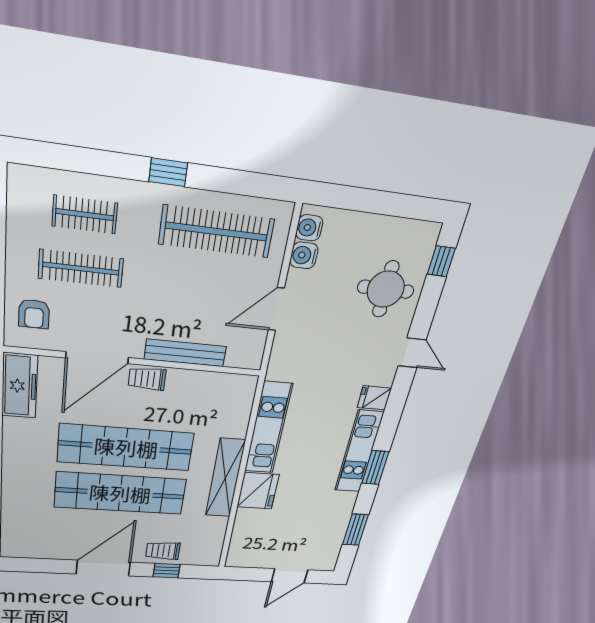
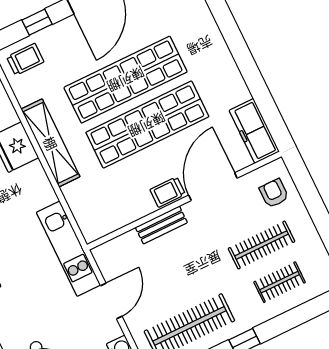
bench: (185, 353) -> (161, 225), width x0.73
trolley: (147, 379) -> (168, 192), turned 180
kitchen unit: (268, 428) -> (68, 249), moved
trolley: (163, 551) -> (25, 59), moved

